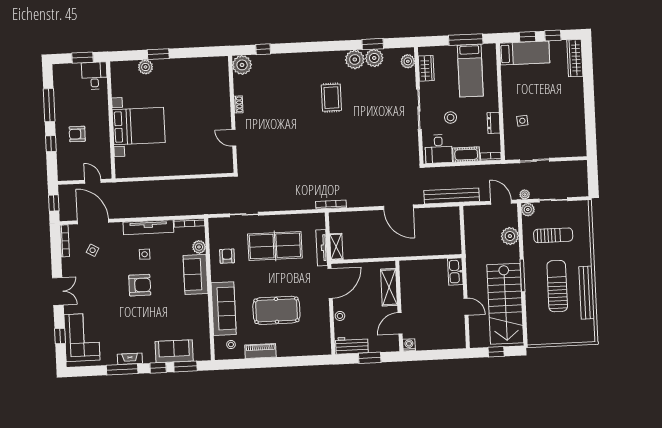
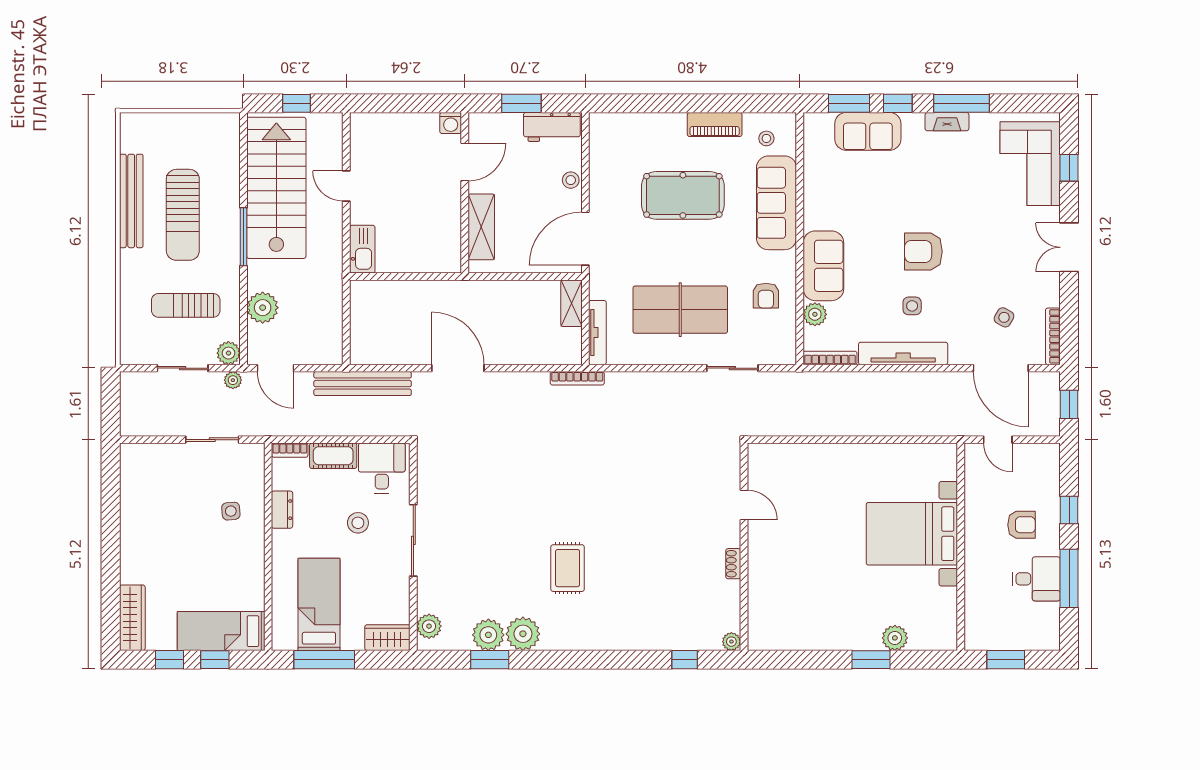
plant: (242, 65) -> (731, 642), width x0.53, depth x0.53
wardrobe: (426, 68) -> (387, 638), moved, turned 90
desk: (94, 76) -> (1036, 579), moved, turned -90
tv unit: (322, 248) -> (597, 333), moved

